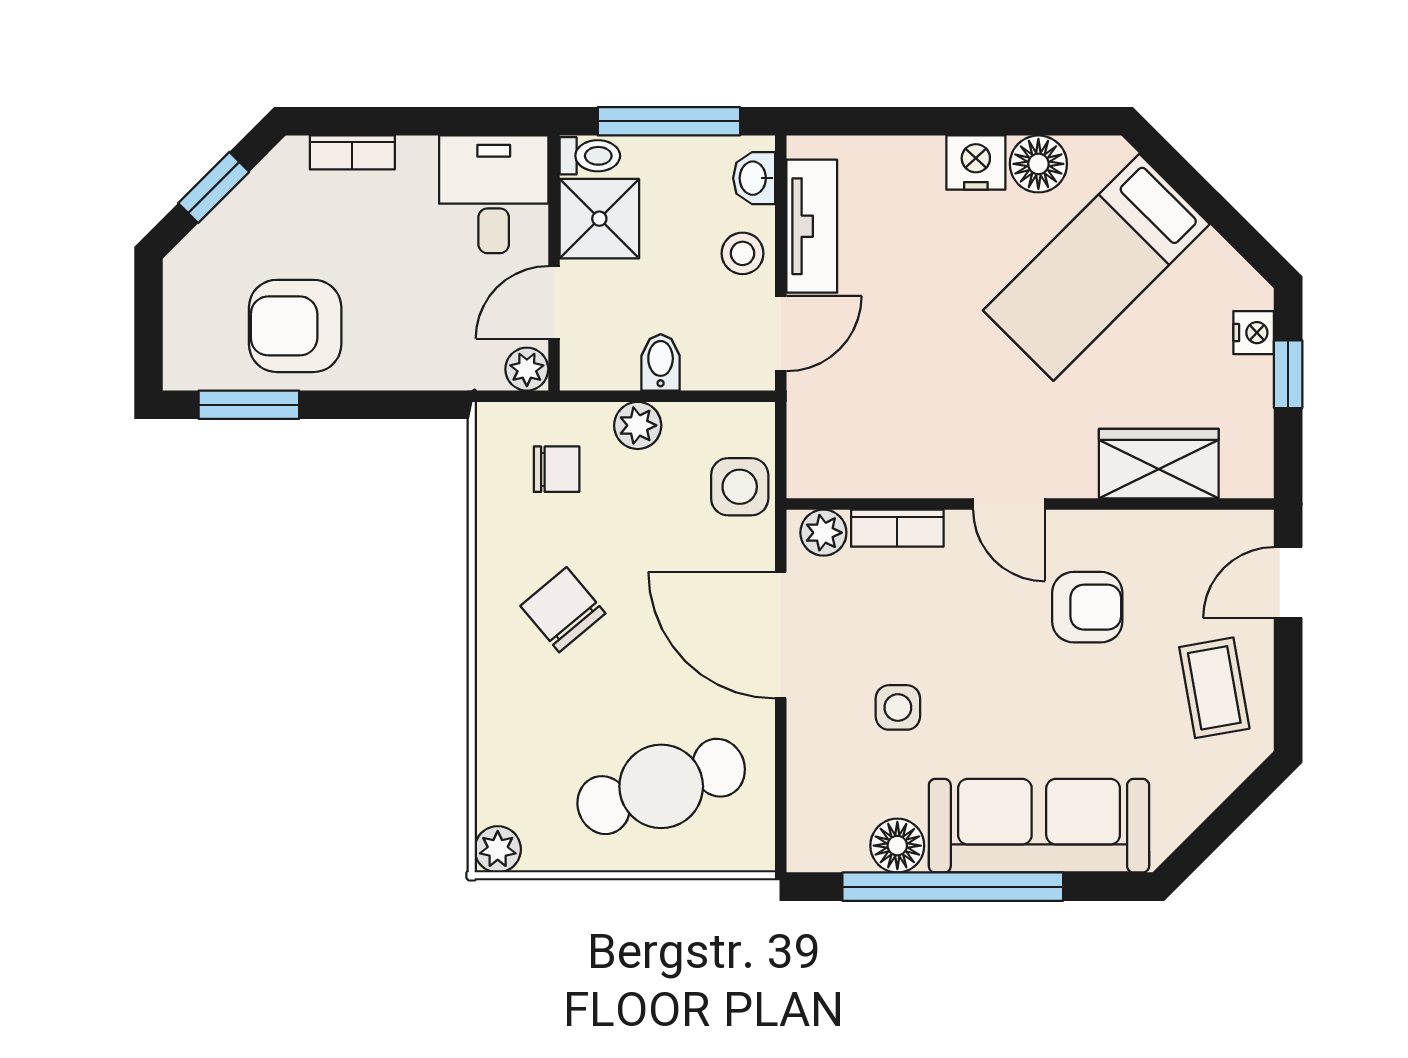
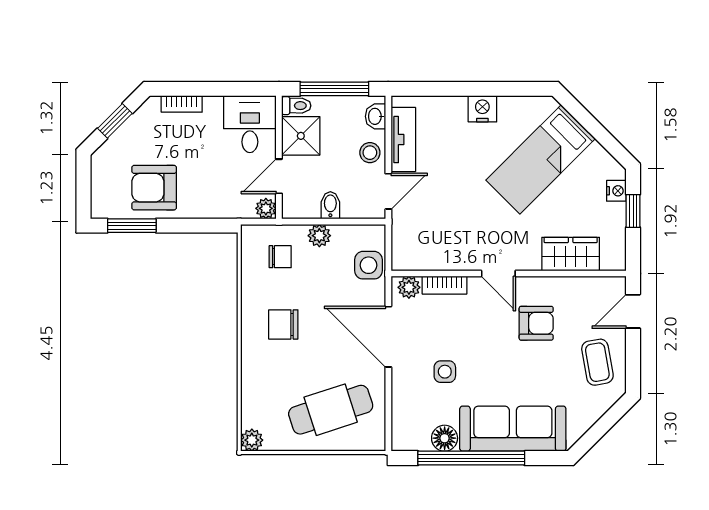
floor lamp: (1038, 164) -> (513, 110), removed
chair: (563, 610) -> (283, 324), turned -50

